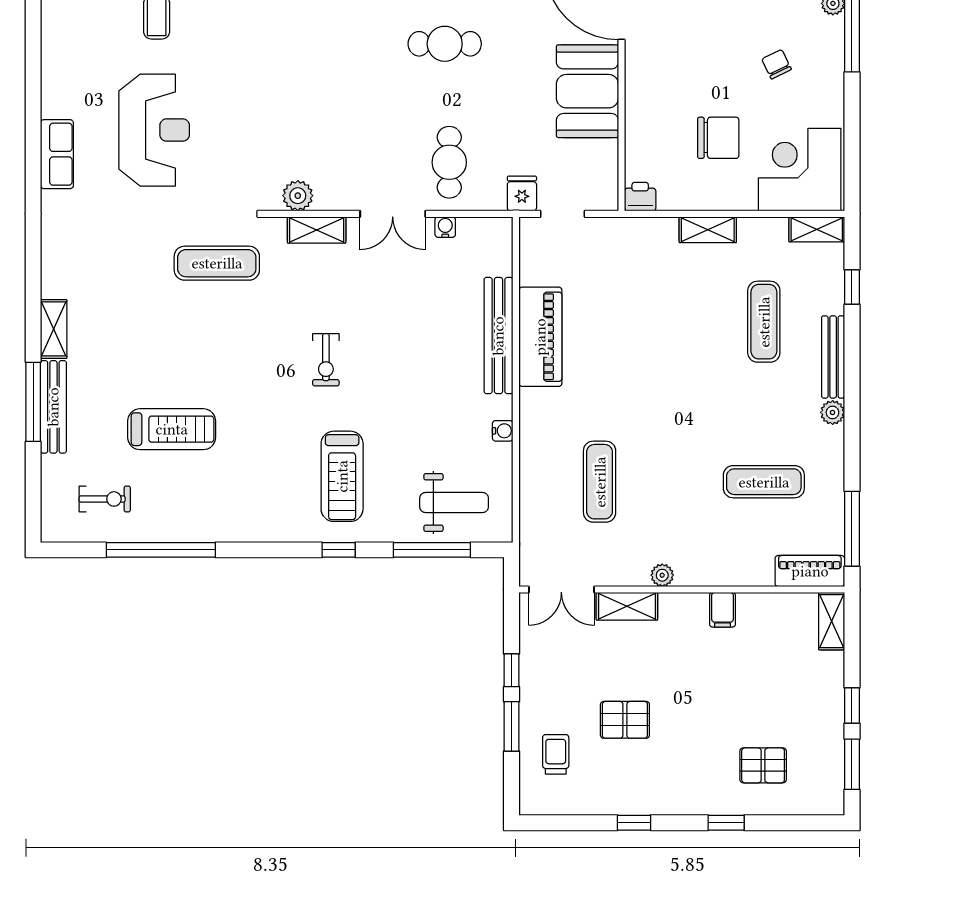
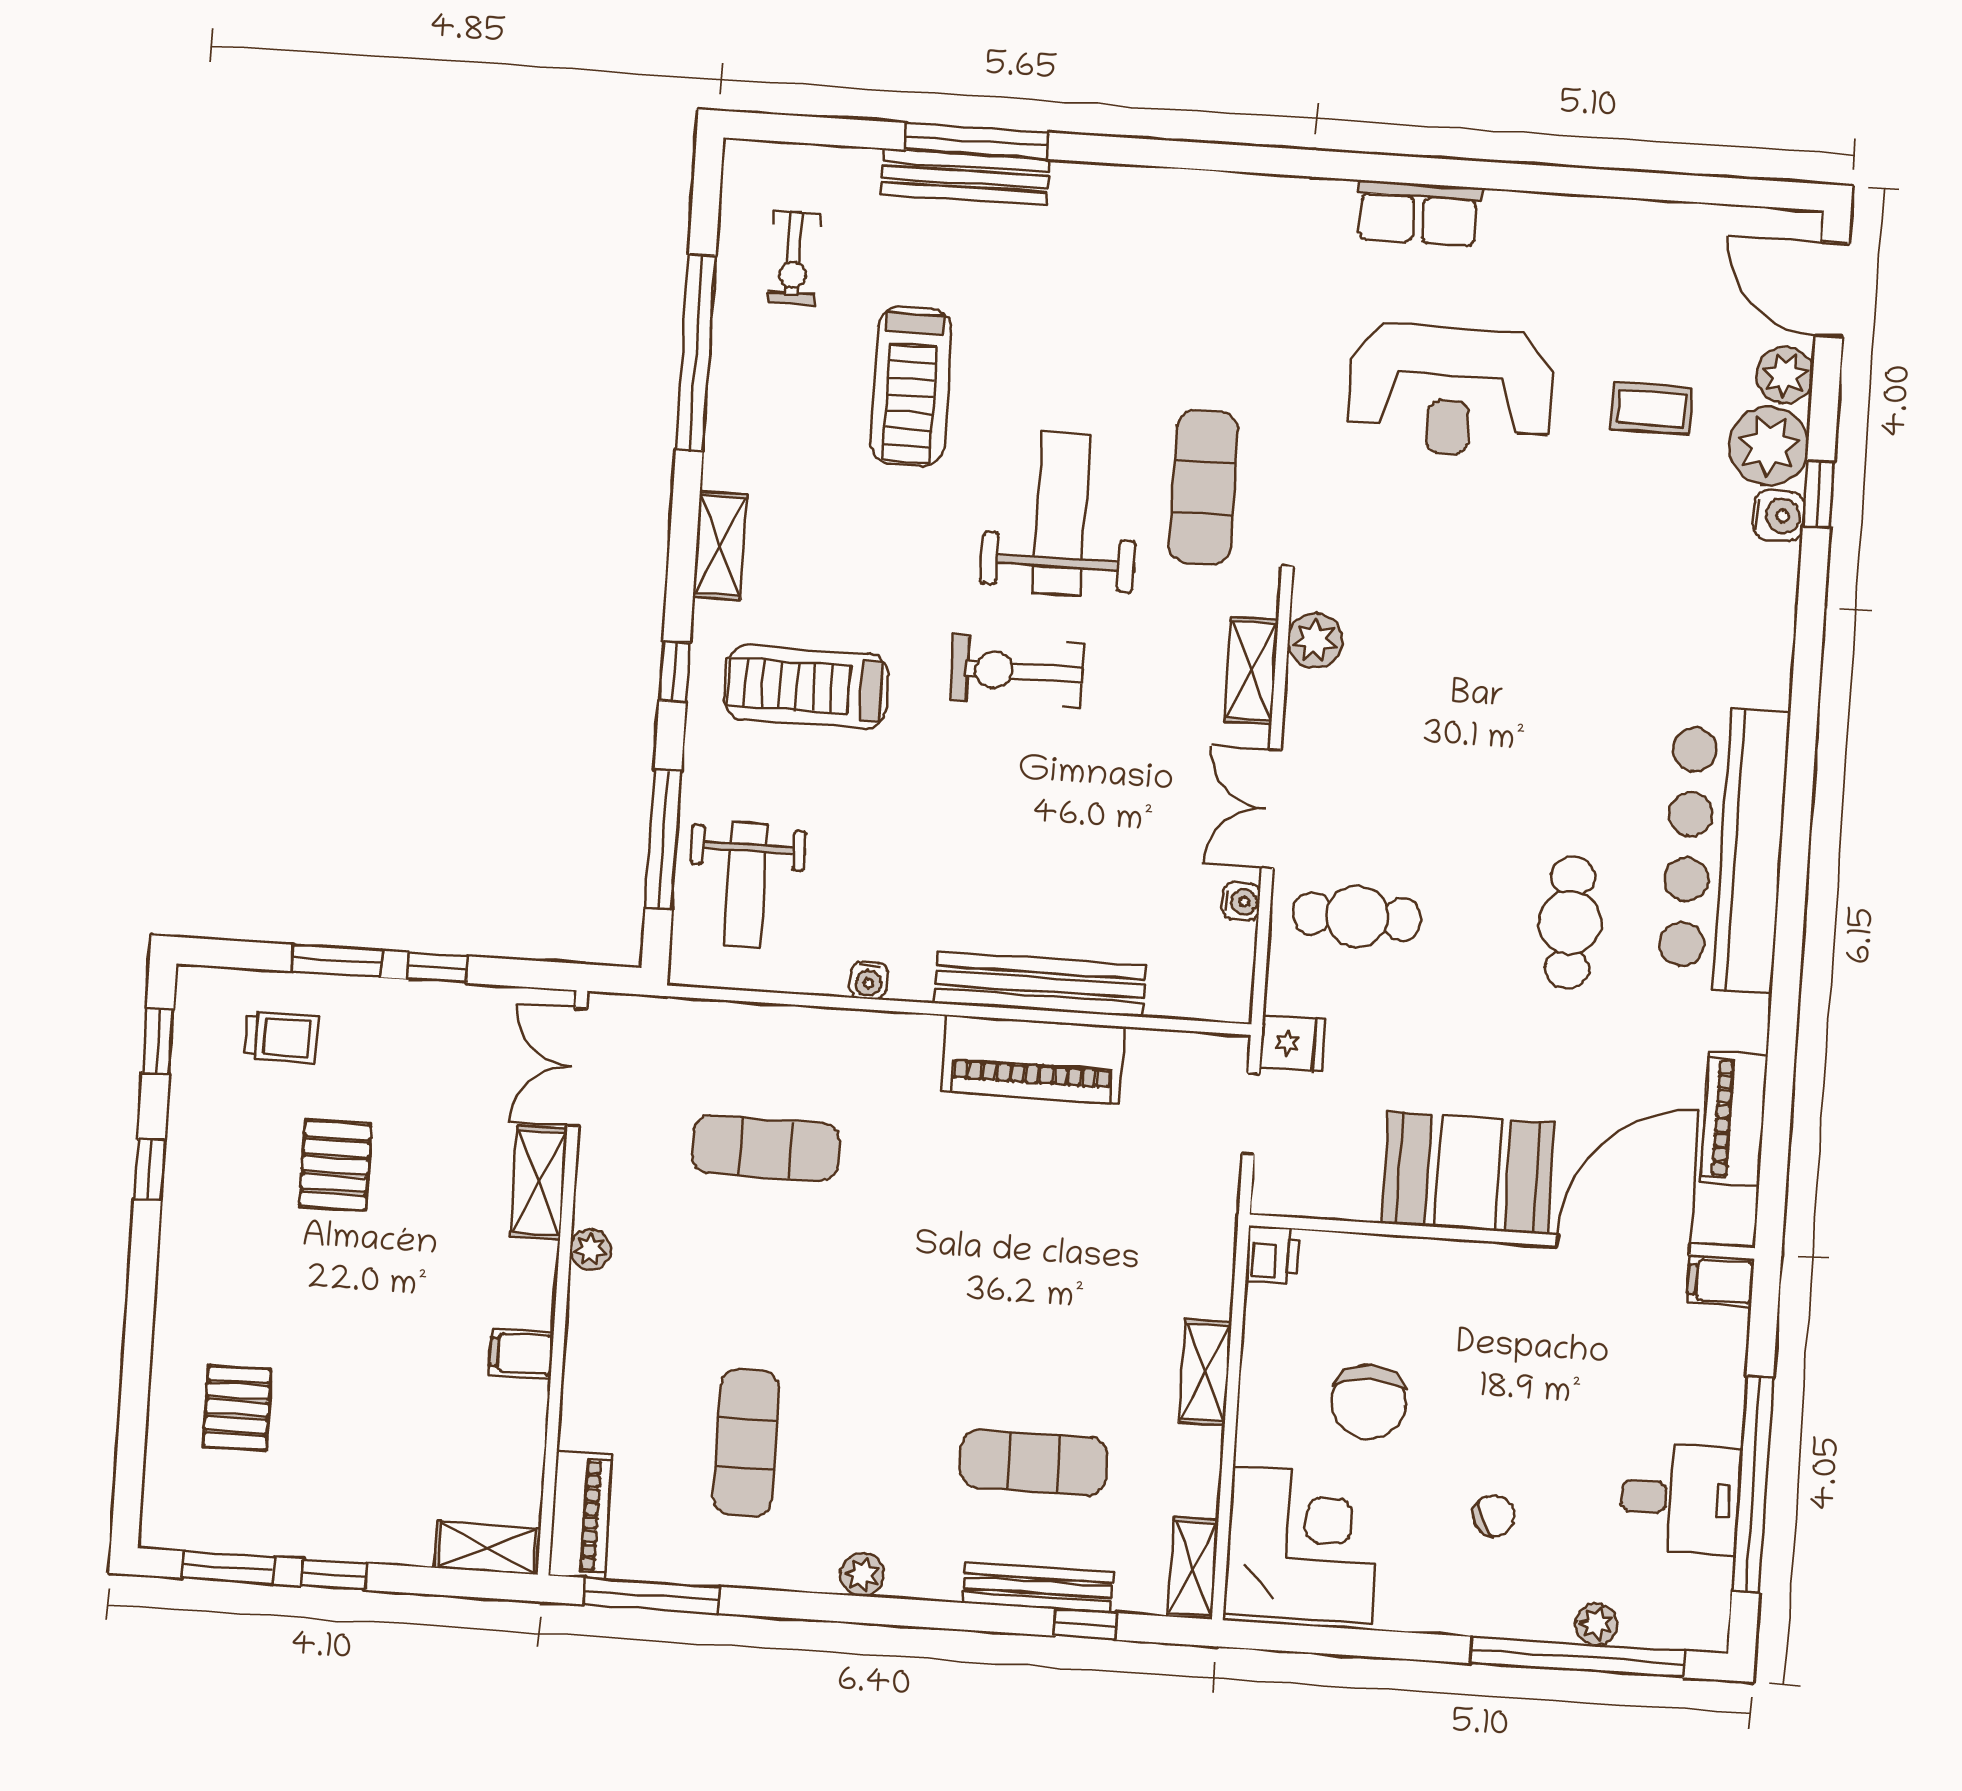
shelving: (54, 329) -> (720, 546), moved, turned 90
weight bench: (237, 341) -> (1061, 514), added
bench: (833, 357) -> (1038, 1587), moved
exercise bike: (326, 360) -> (1017, 672), width x1.38, depth x1.39
window: (726, 823) -> (158, 1041), moved

